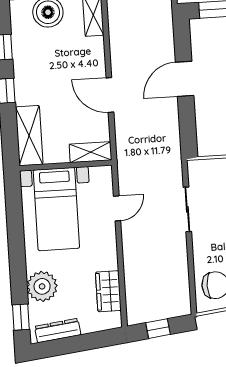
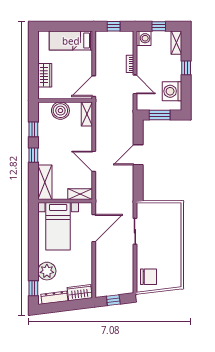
door: (117, 208) -> (94, 228), width x1.88
wardrobe: (108, 291) -> (80, 293), moved, turned 83

